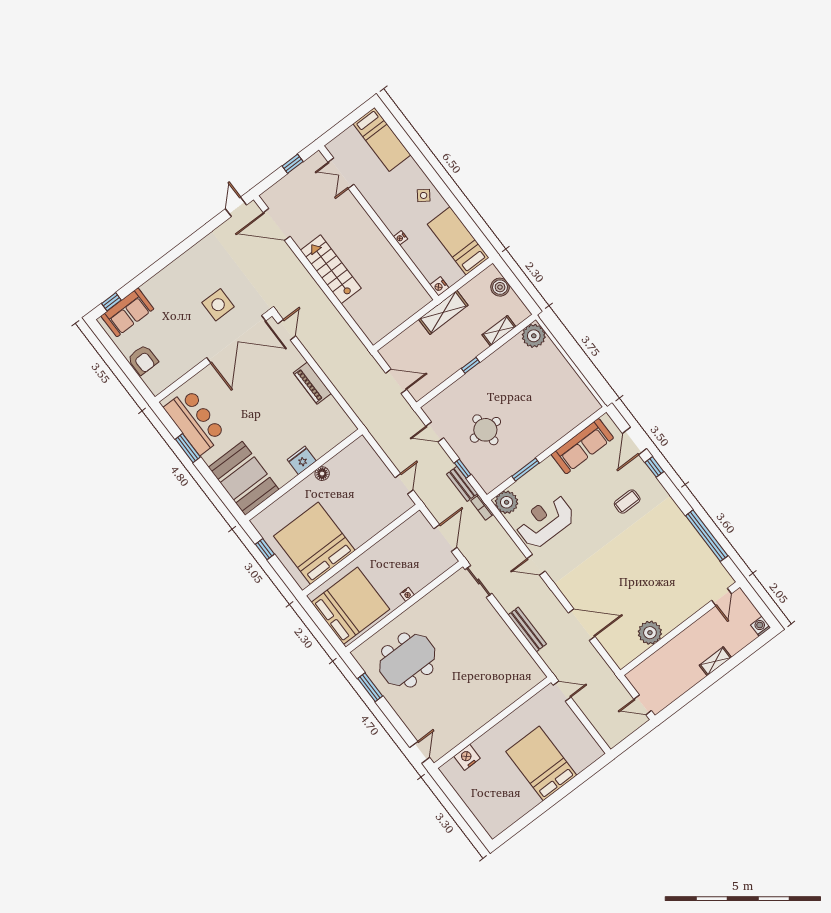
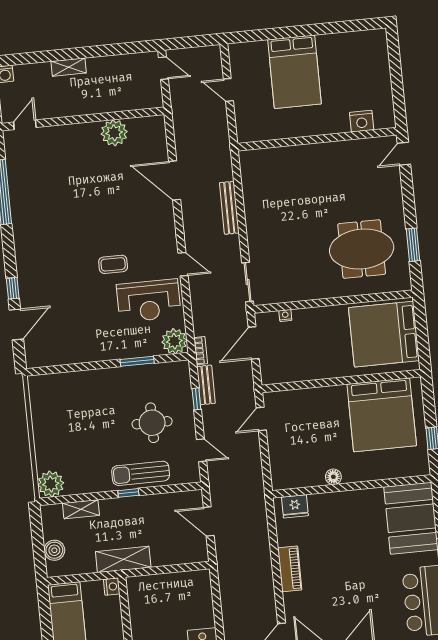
sun lounger: (470, 386) -> (141, 473), added
sofa: (582, 446) -> (69, 350), removed
fridge: (302, 460) -> (295, 506), moved
coffee table: (627, 502) -> (113, 264), moved
nightstand: (407, 594) -> (285, 316), moved
door: (562, 691) -> (228, 90), moved

